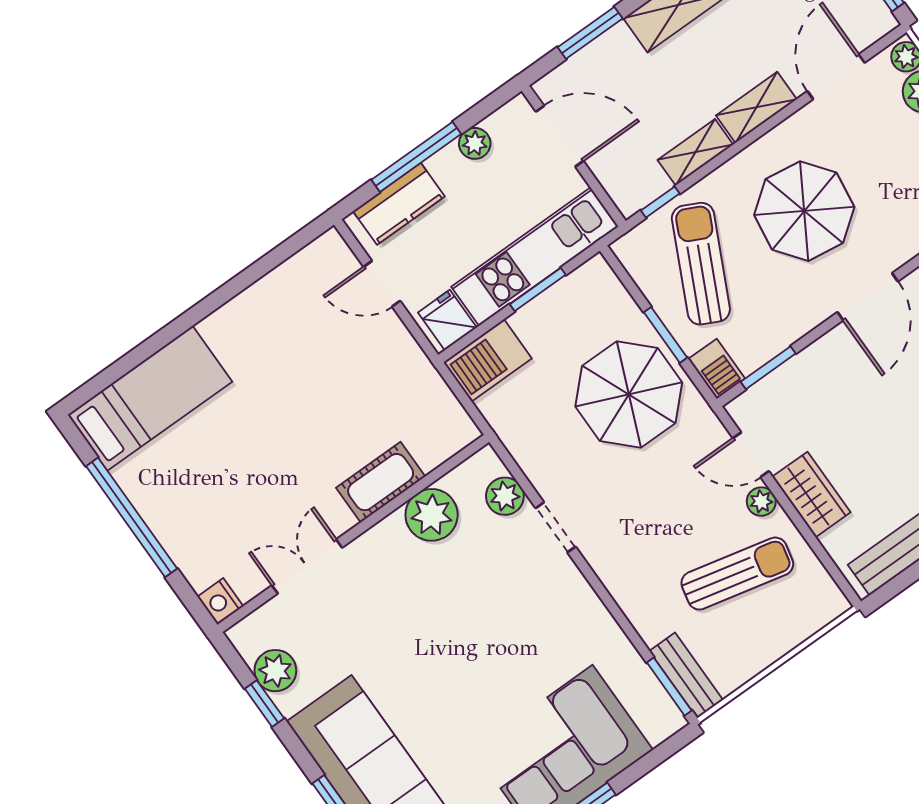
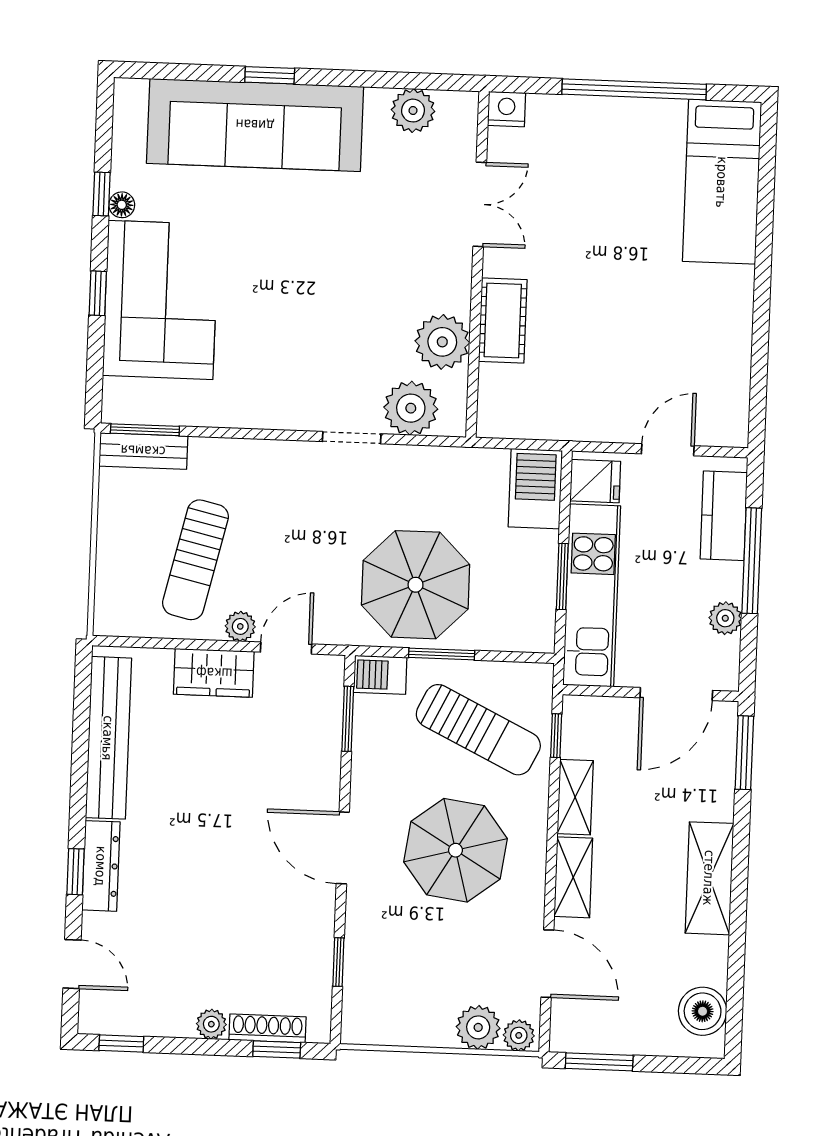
window: (590, 33) -> (744, 753), moved
plant: (505, 496) -> (411, 408), width x1.36, depth x1.36
window: (264, 704) -> (392, 80), removed

